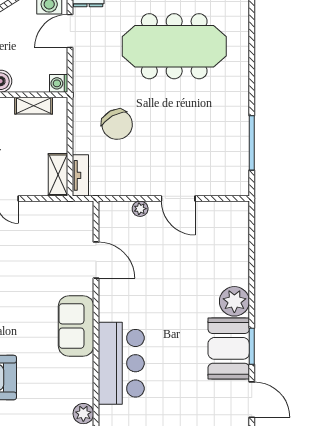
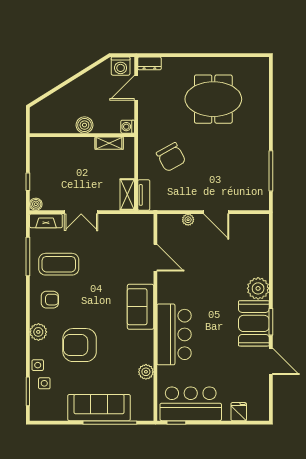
meeting table: (174, 46) -> (213, 99), width x0.73

